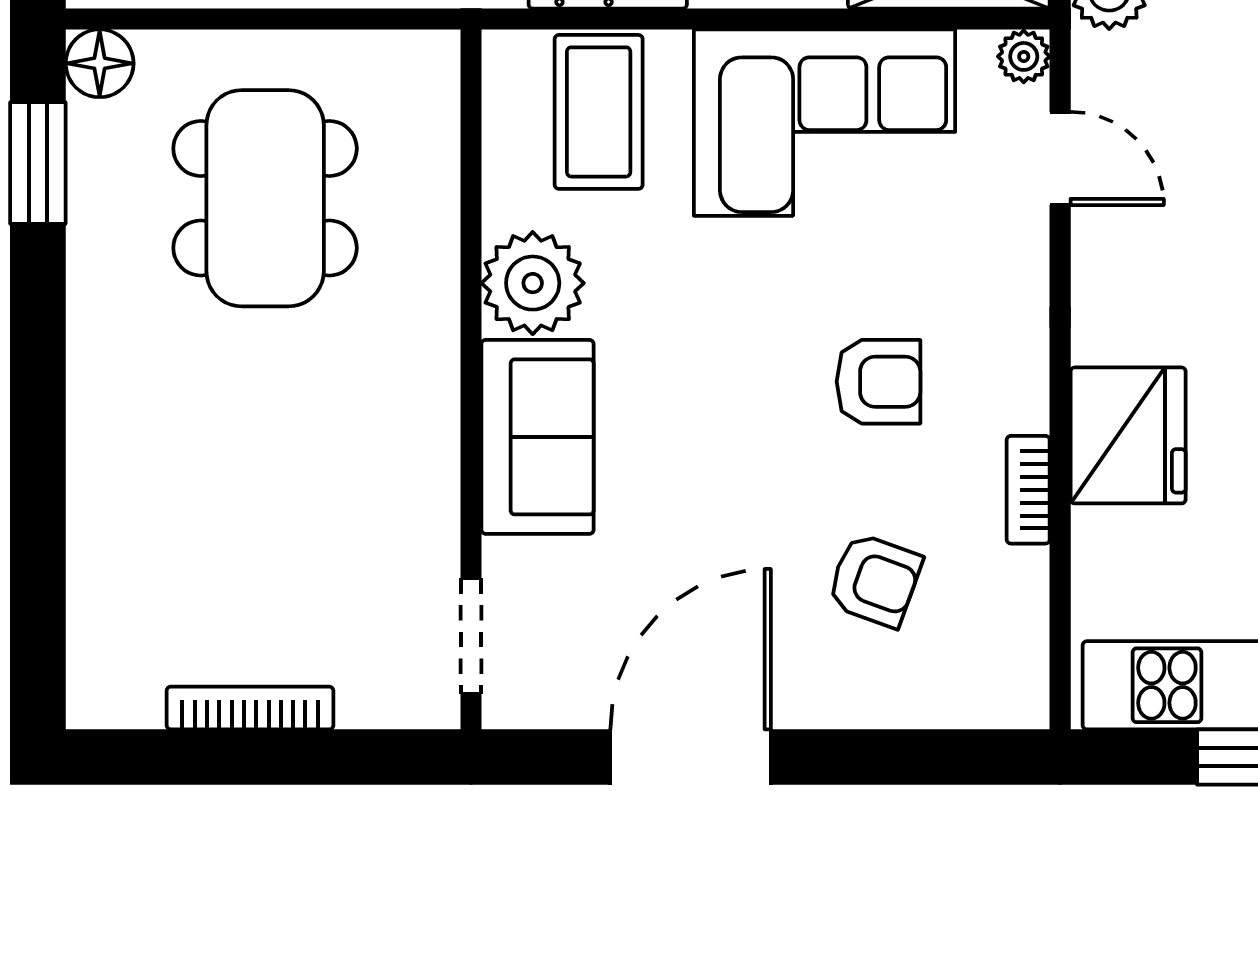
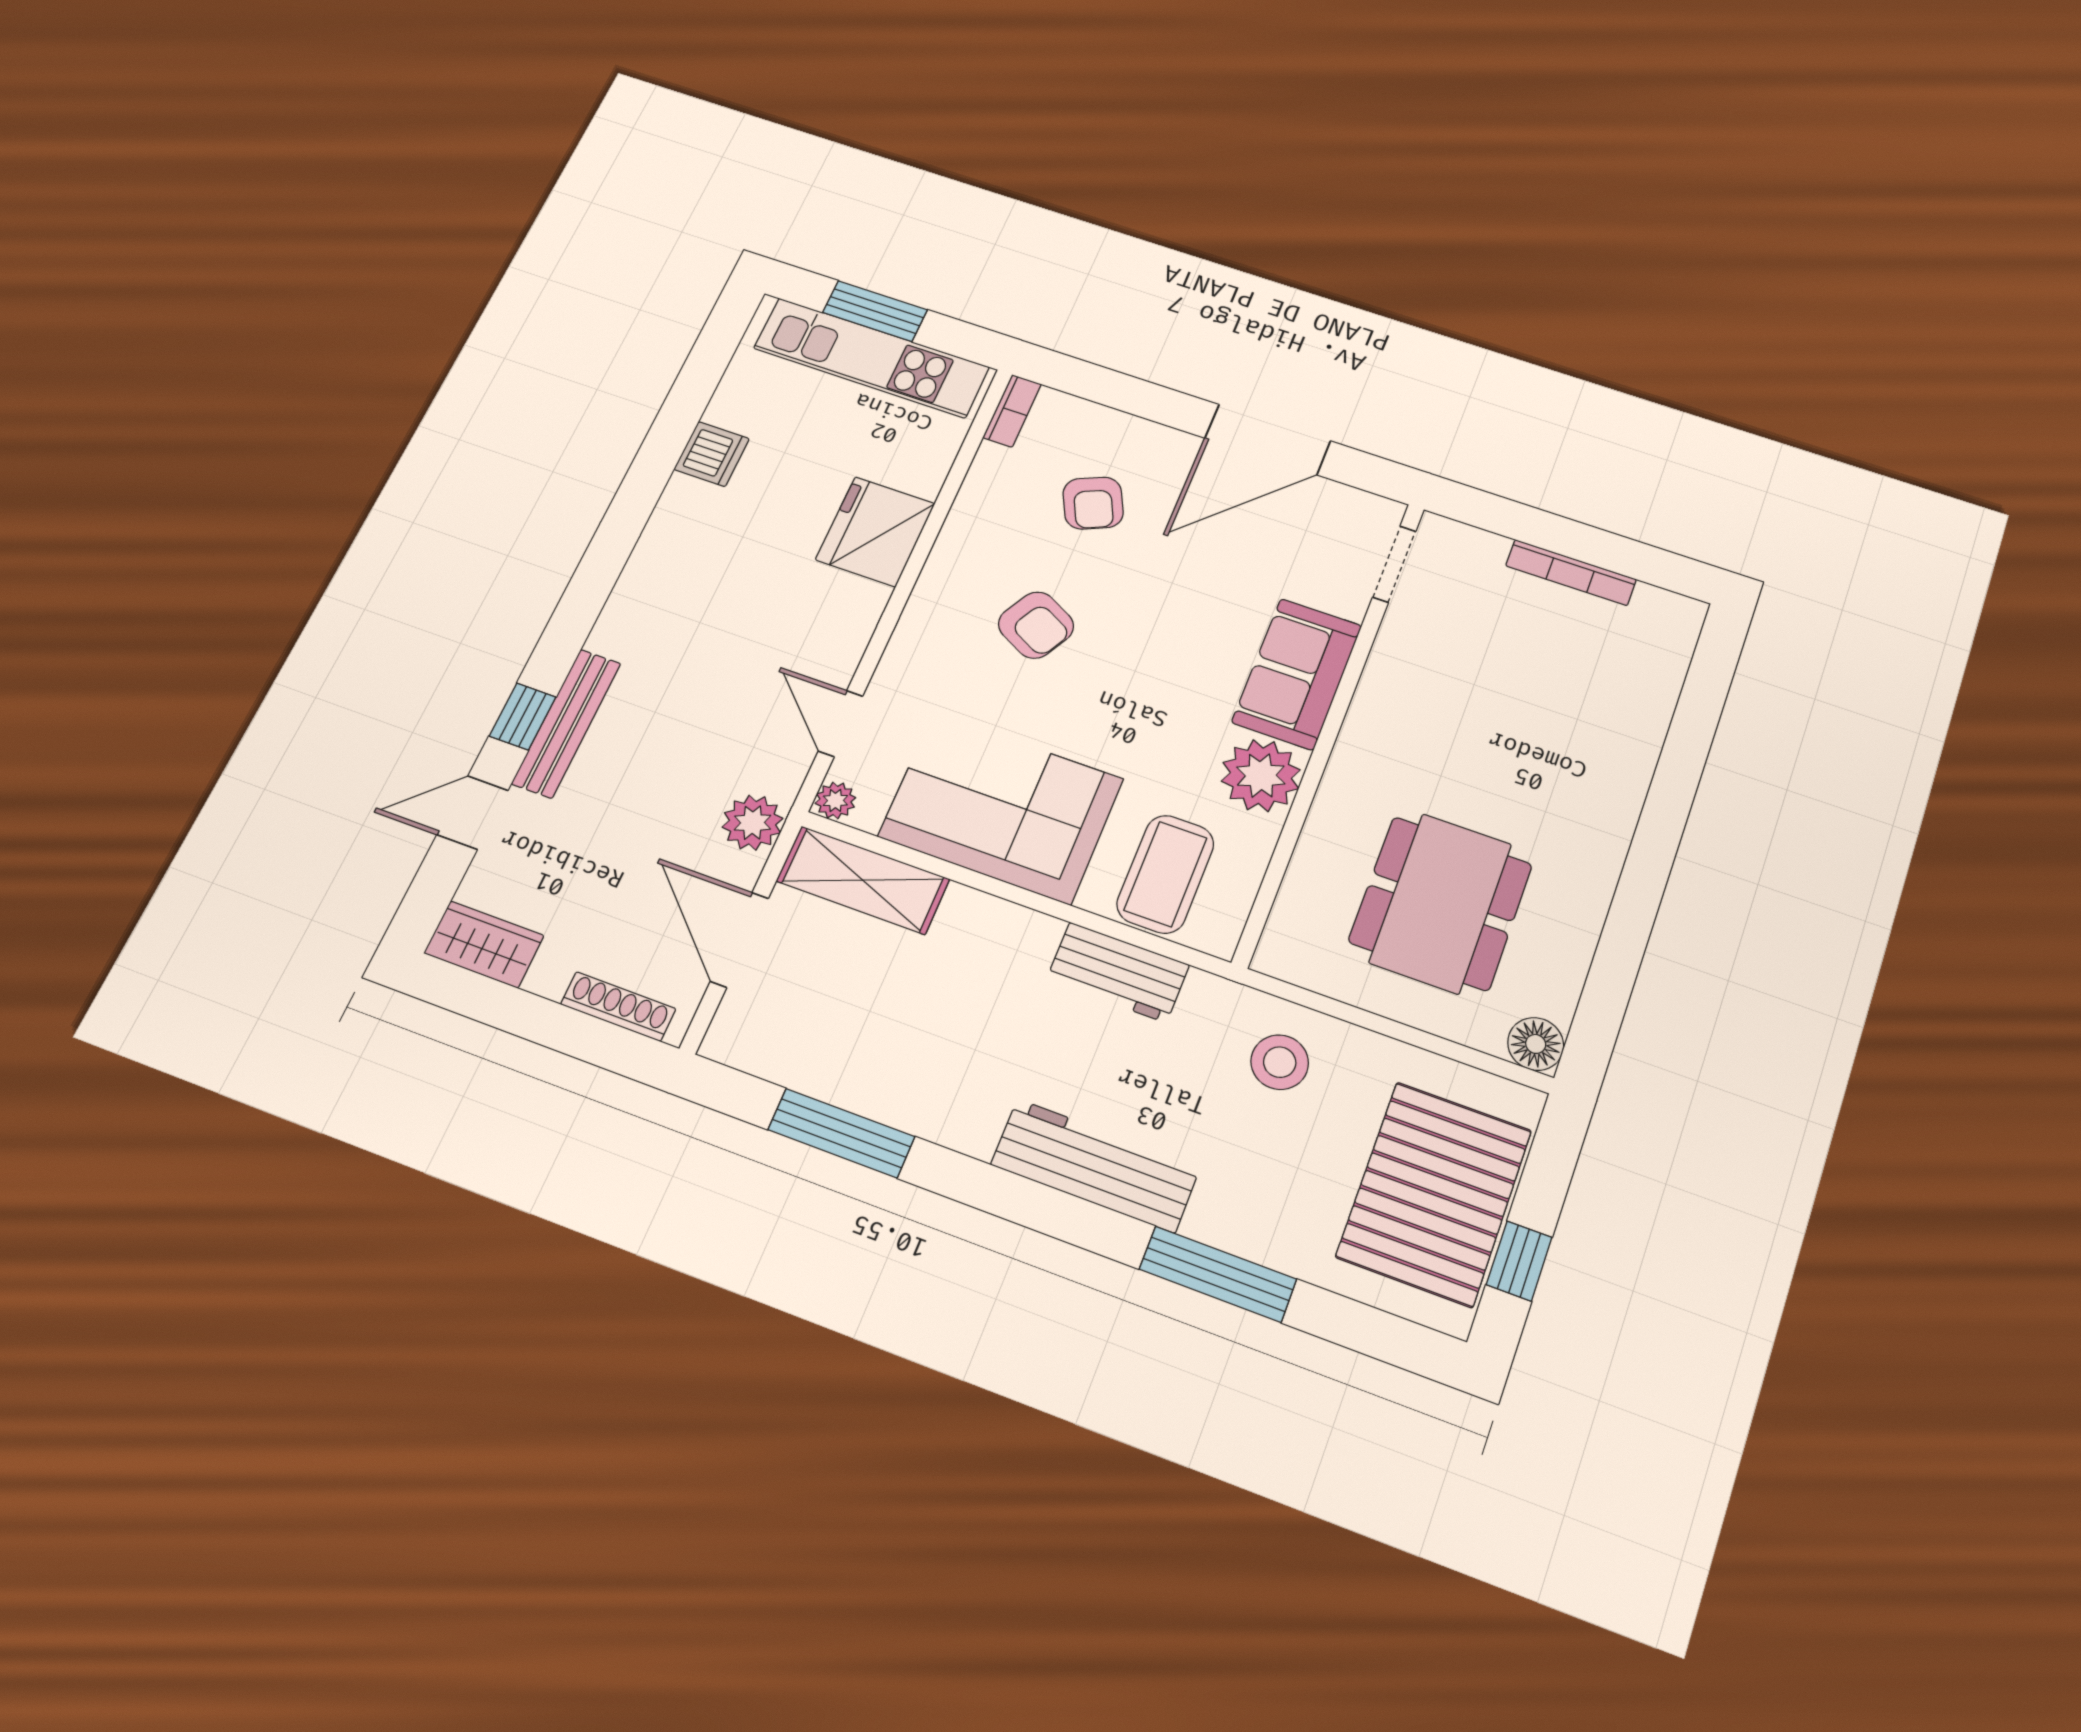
window: (38, 163) -> (1608, 989), removed
armchair: (878, 382) -> (1036, 625), turned -152
bookcase: (1028, 490) -> (1012, 411), moved
armchair: (875, 580) -> (1093, 503), turned -135

